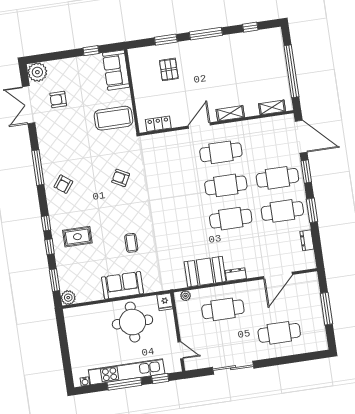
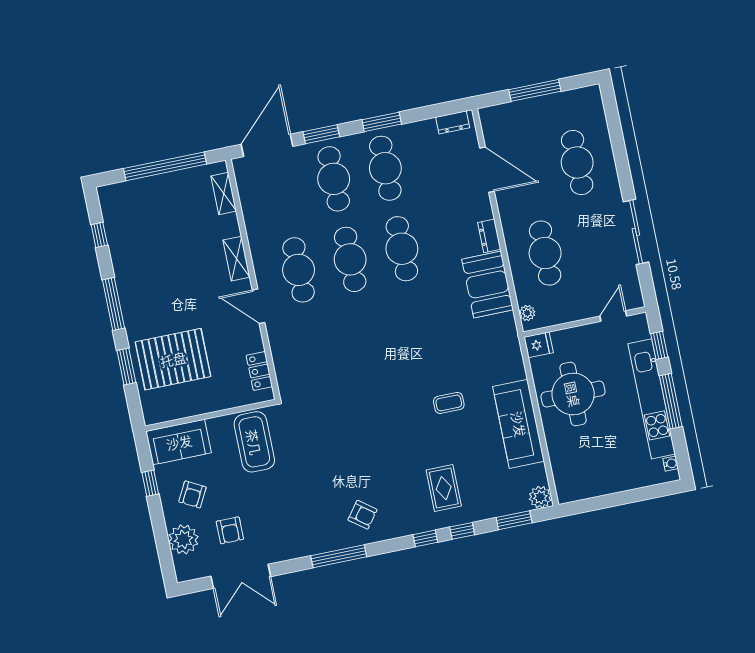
pallet: (169, 69) -> (173, 359), width x2.05, depth x2.00
plant: (37, 72) -> (183, 539), moved
armchair: (121, 178) -> (192, 494), moved
dresser: (307, 240) -> (453, 122), moved
sofa: (122, 285) -> (519, 424), width x1.36

